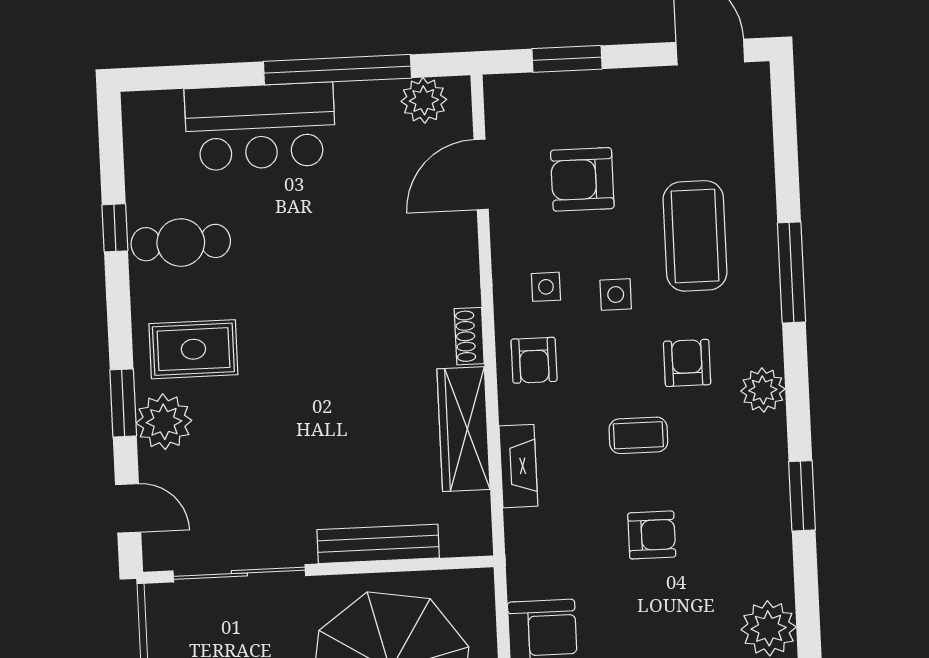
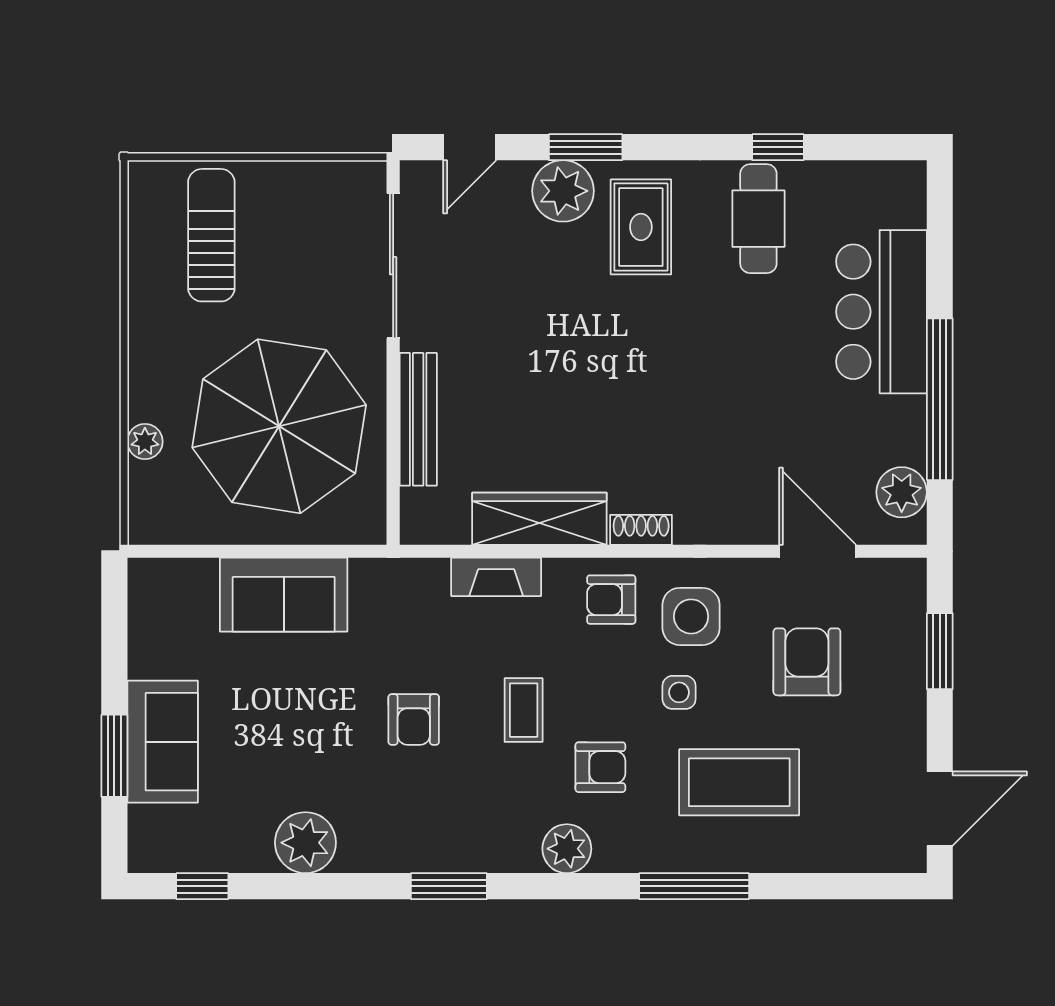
side table: (546, 287) -> (691, 616), width x1.87, depth x1.87

